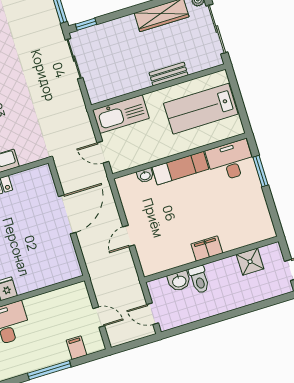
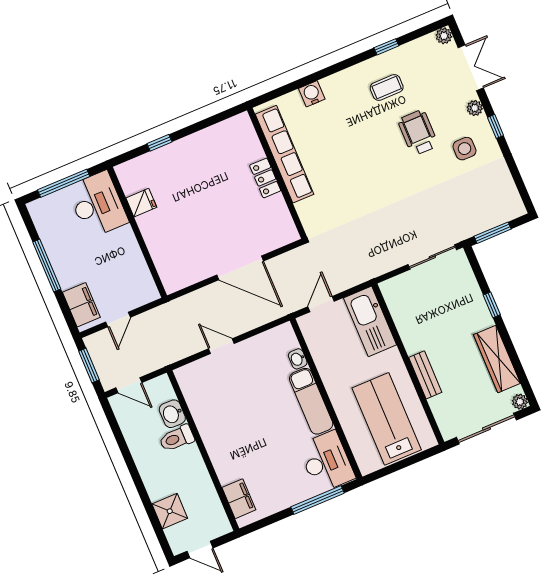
window: (86, 24) -> (492, 305), moved
window: (261, 171) -> (318, 500), width x1.44
filing cabinet: (207, 249) -> (239, 499), moved
shower: (250, 262) -> (170, 511), moved
door: (153, 314) -> (129, 385), swing flipped
window: (133, 344) -> (89, 366), added
filing cabinet: (76, 348) -> (81, 305), width x2.00

